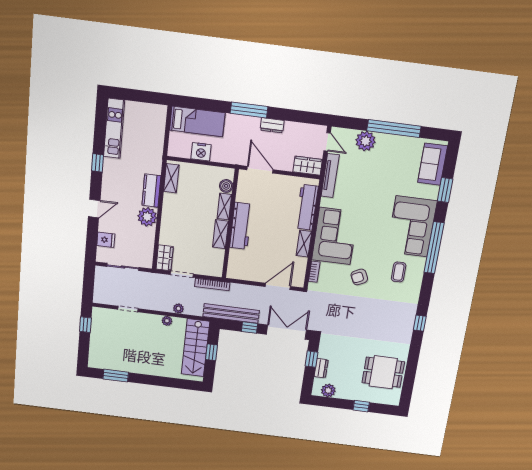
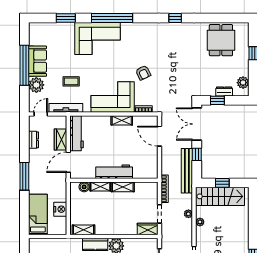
dresser: (272, 125) -> (34, 140), moved
sofa: (433, 164) -> (38, 61), moved, turned -90
wardrobe: (308, 166) -> (61, 139), moved
workbench: (307, 207) -> (77, 133), moved, turned -90
coffee table: (399, 272) -> (71, 81), moved

